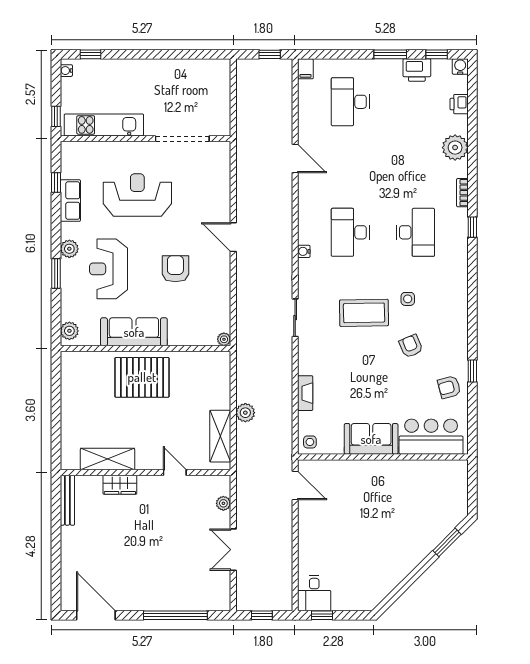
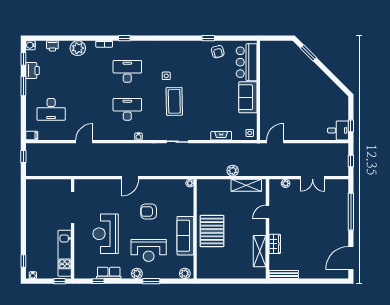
desk: (350, 232) -> (127, 109), turned 180
armchair: (411, 346) -> (194, 74), removed

